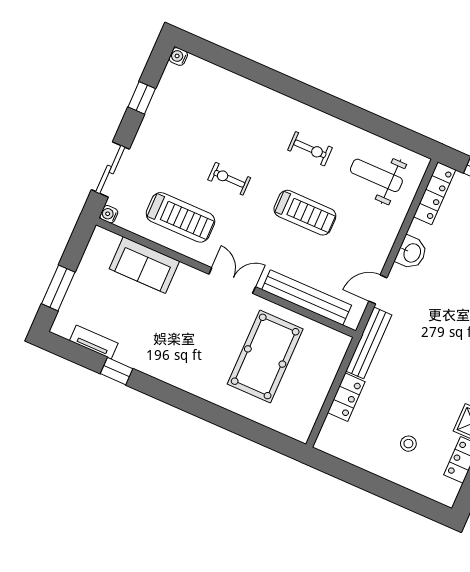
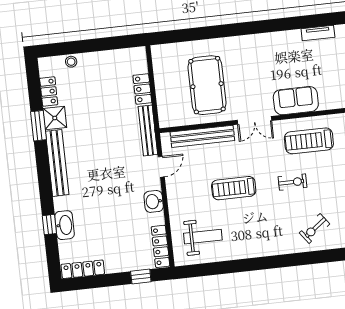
exercise bike: (310, 149) -> (315, 228), moved, turned -37
sofa: (144, 265) -> (296, 101), moved
window: (117, 371) -> (294, 23), removed
stool: (408, 444) -> (71, 62), moved

